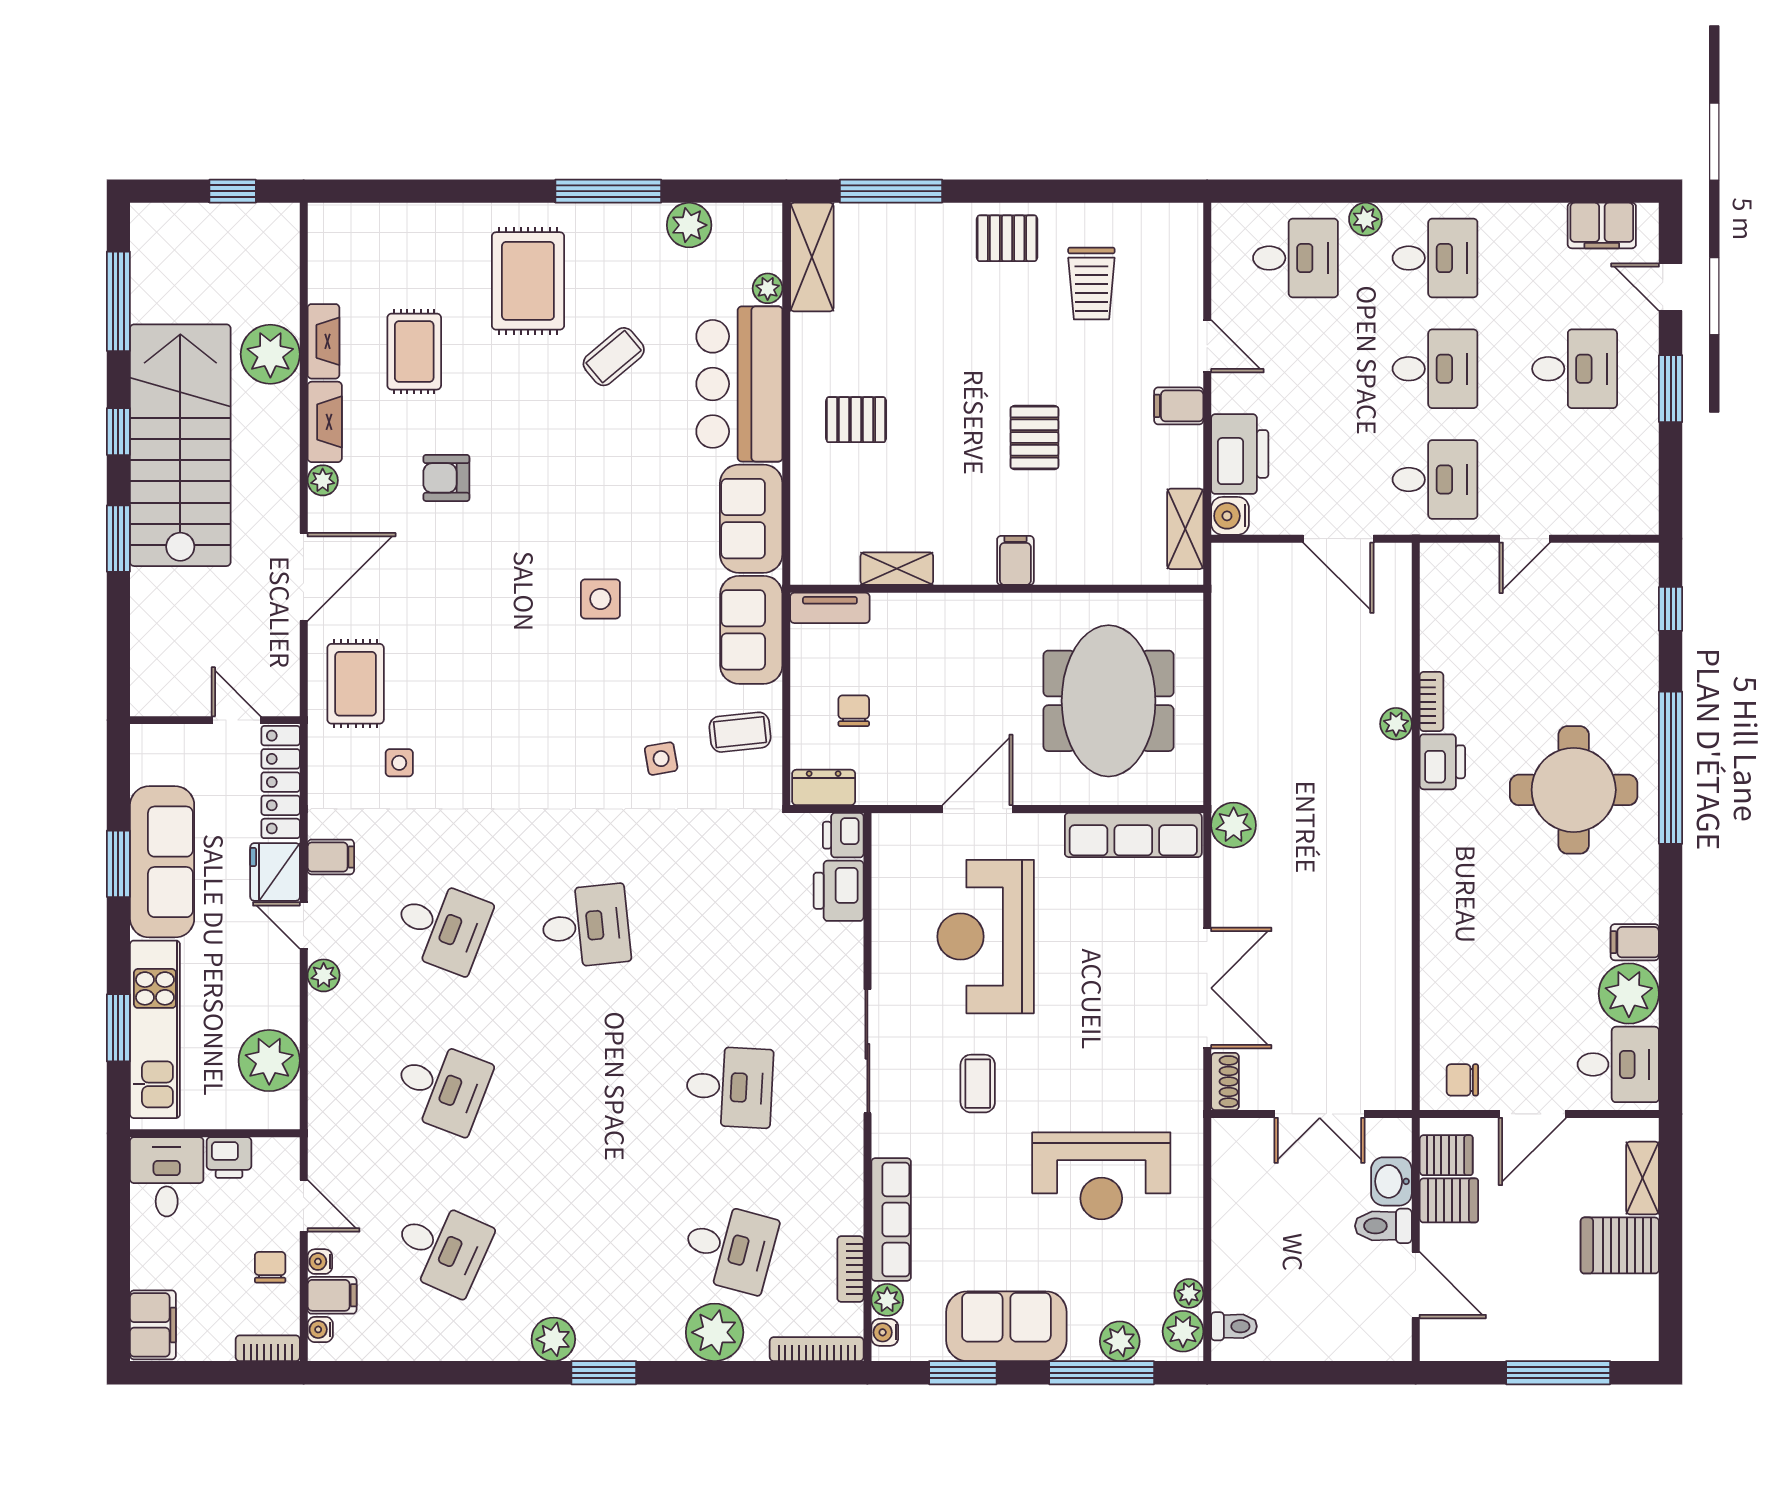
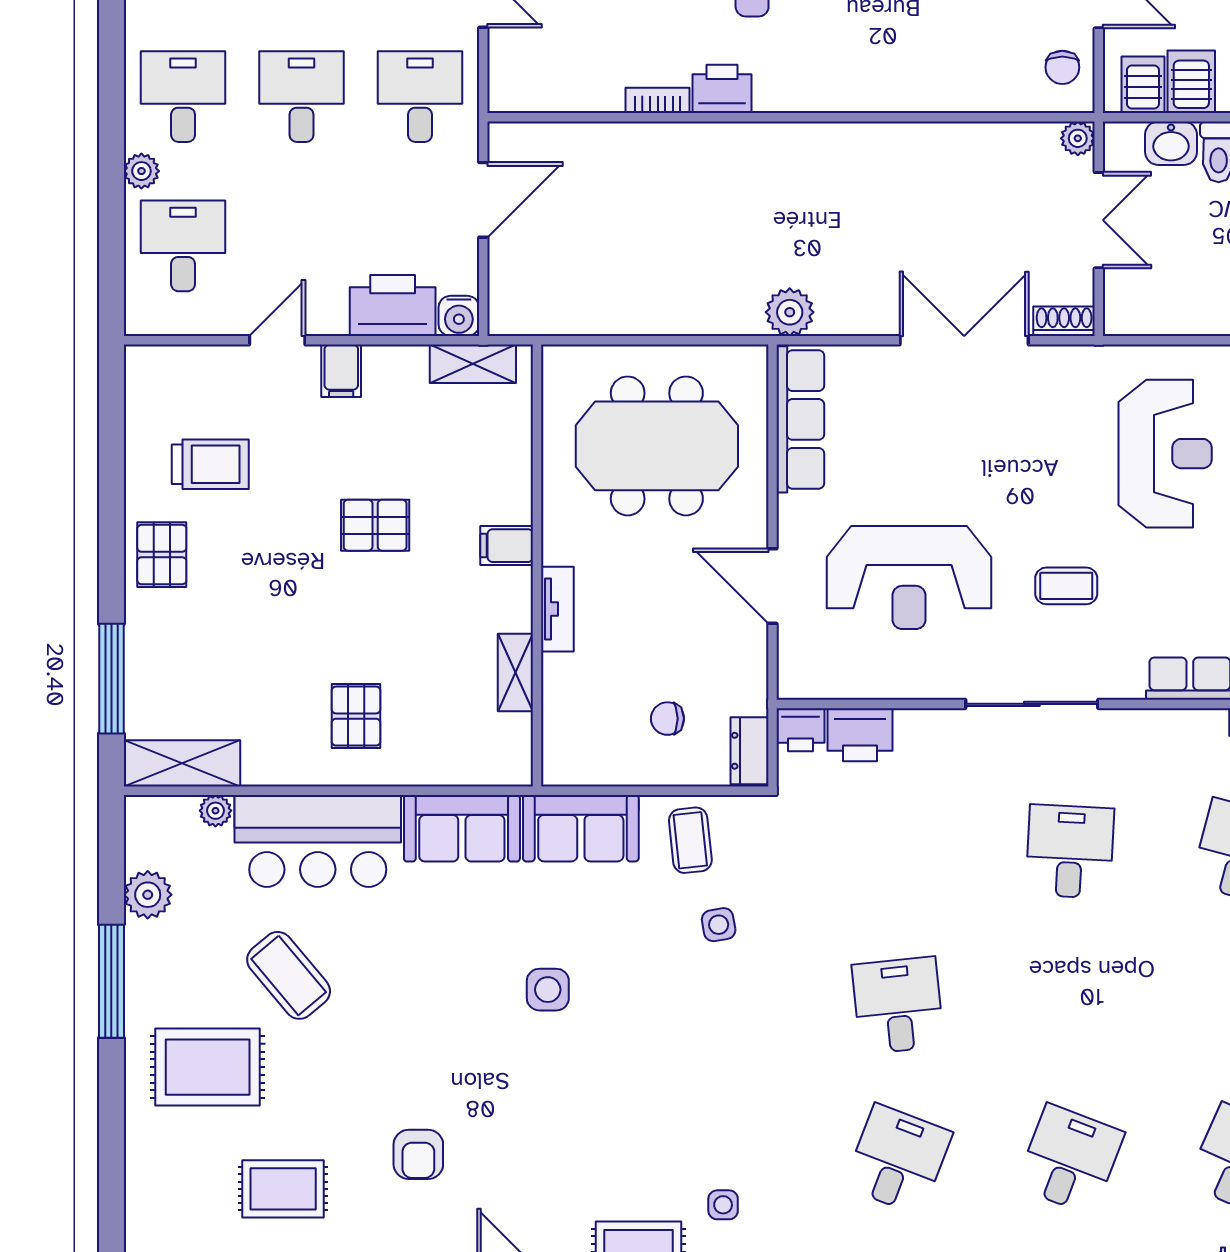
coffee table: (614, 357) -> (289, 975), width x1.36, depth x1.30
tv unit: (830, 608) -> (557, 609), moved
plant: (1396, 724) -> (1078, 138), moved

